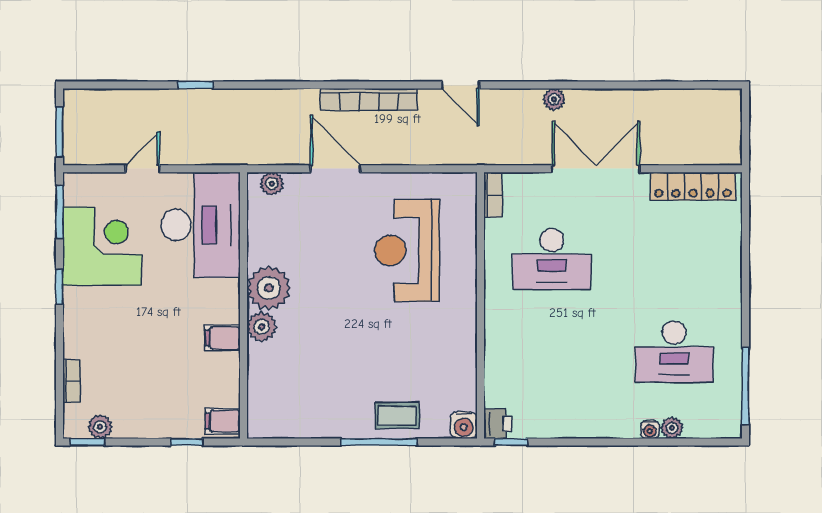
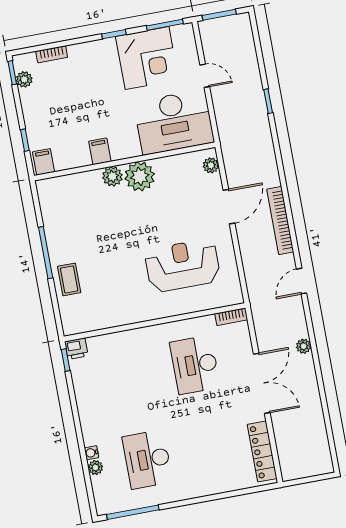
water cooler: (464, 425) -> (71, 326), removed
window: (379, 442) -> (46, 253), moved

